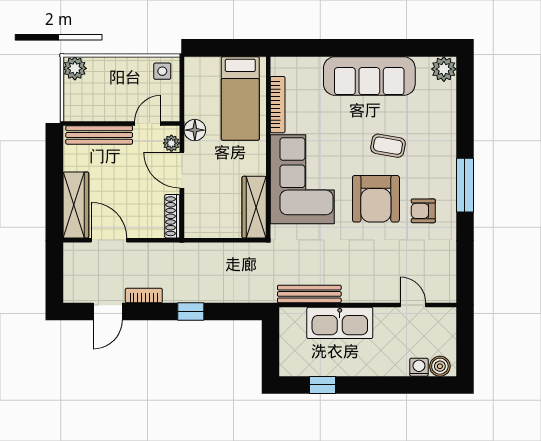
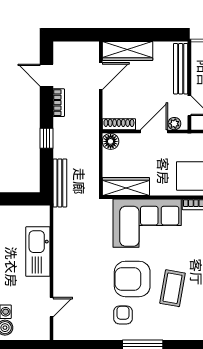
floor lamp: (195, 130) -> (111, 141), moved
coffee table: (388, 146) -> (173, 288), width x1.36, depth x1.30
bench: (309, 294) -> (60, 183), moved

